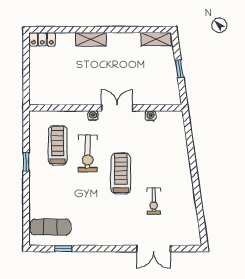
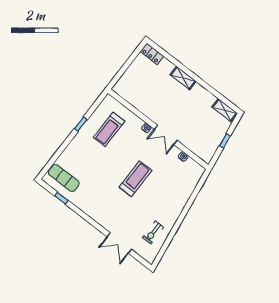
double door: (117, 108) -> (166, 135), swing flipped
treadmill: (58, 145) -> (109, 129), turned 180
exercise bike: (88, 153) -> (124, 149), removed
exercise bike: (154, 201) -> (153, 232), moved

